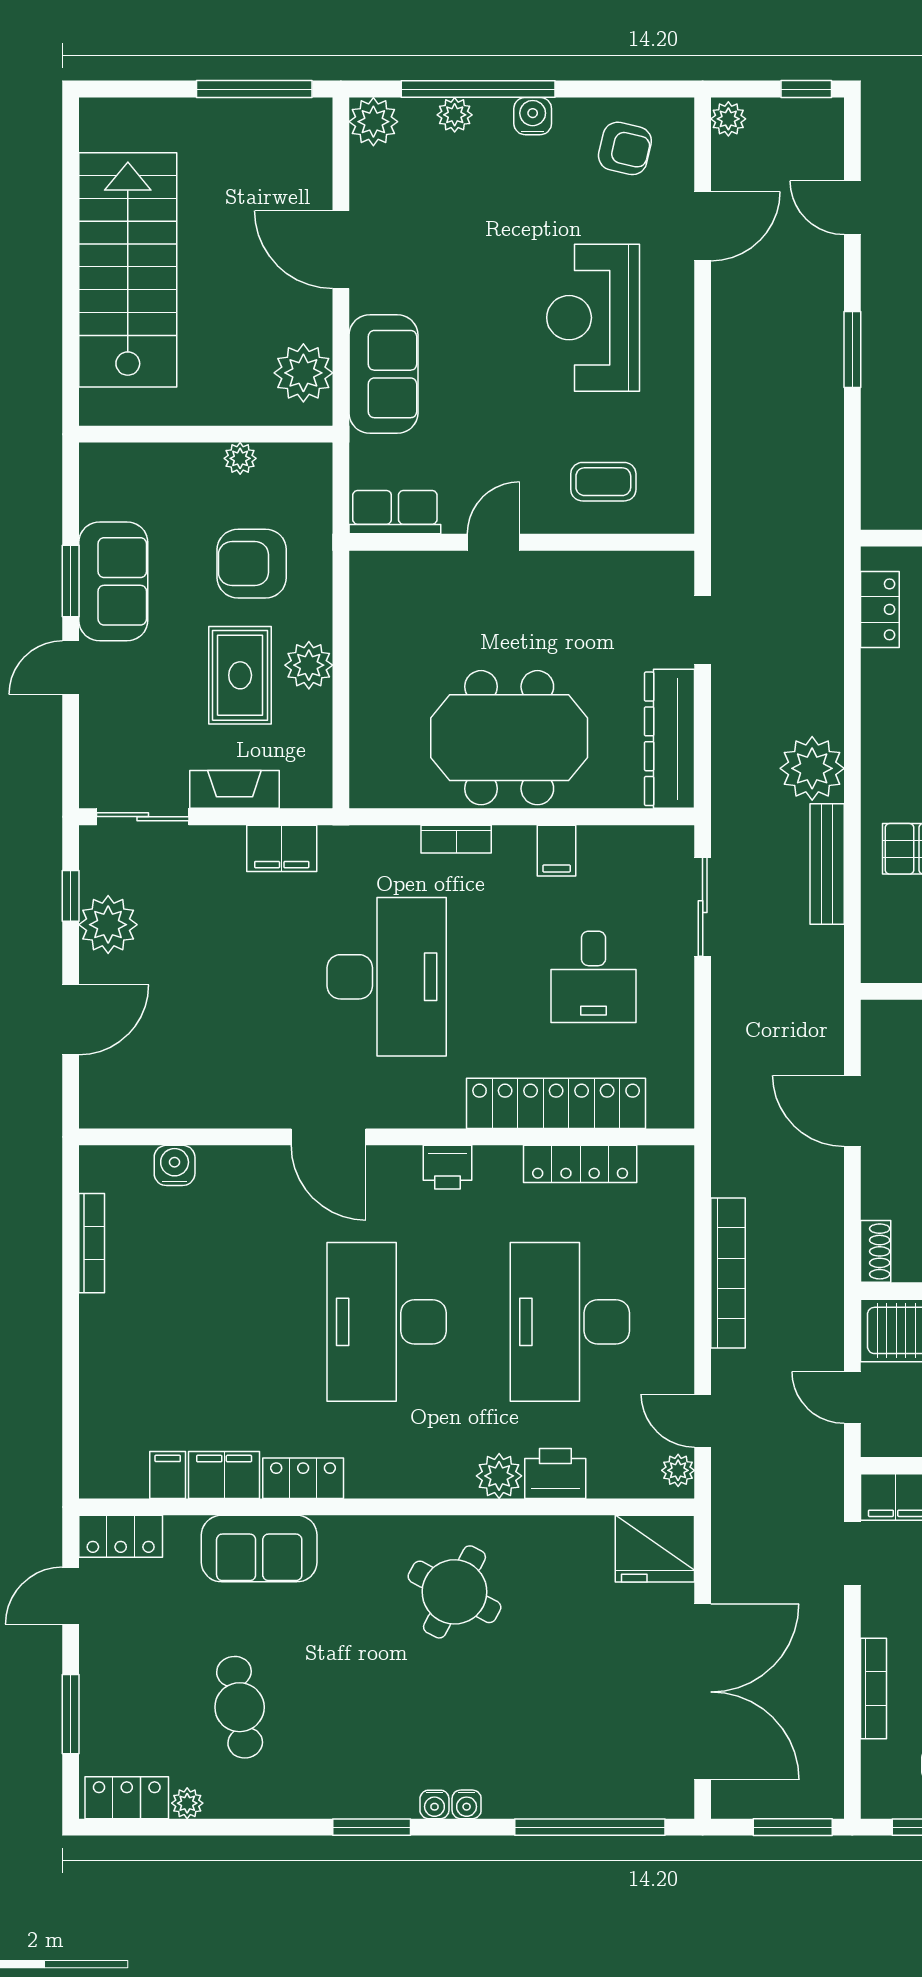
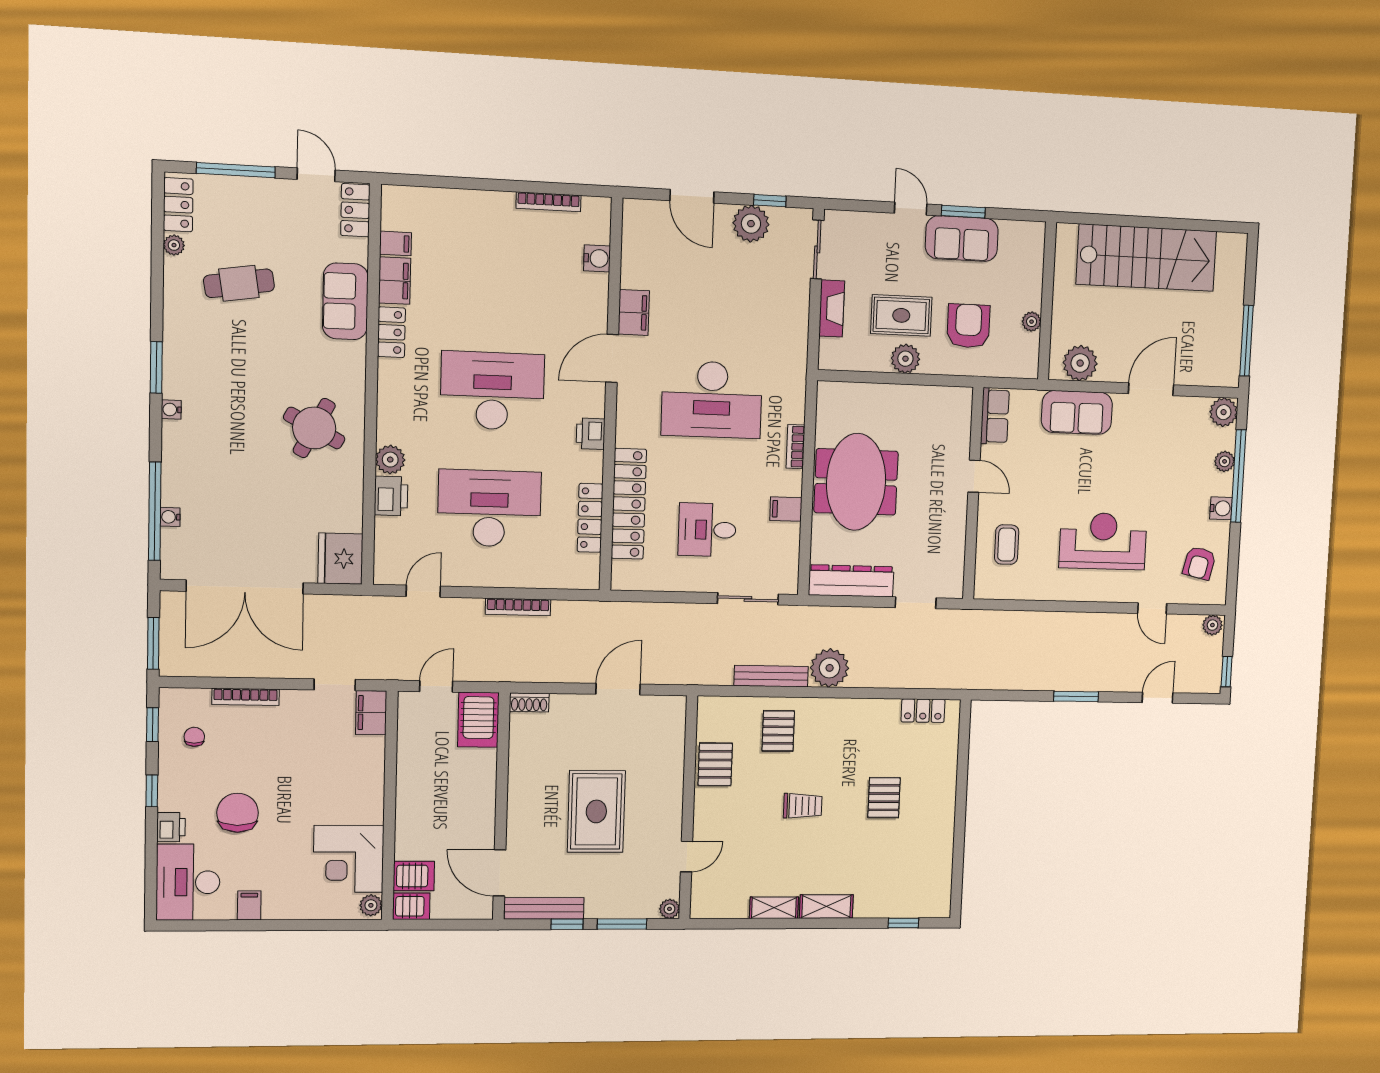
door: (703, 226) -> (1152, 608), width x0.73
filing cabinet: (282, 848) -> (634, 312), moved, turned 180
bookcase: (728, 1273) -> (518, 607), width x0.68, depth x0.76
plant: (678, 1470) -> (391, 575), removed
window: (71, 1714) -> (236, 170), width x1.44
water cooler: (467, 1804) -> (170, 517), moved

